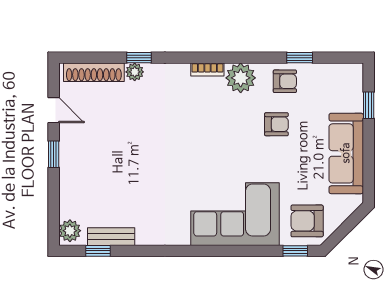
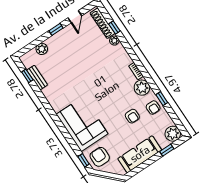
window: (139, 58) -> (114, 28), moved
window: (300, 58) -> (162, 99), moved
plant: (349, 78) -> (173, 134), added
plant: (70, 231) -> (42, 49), moved

